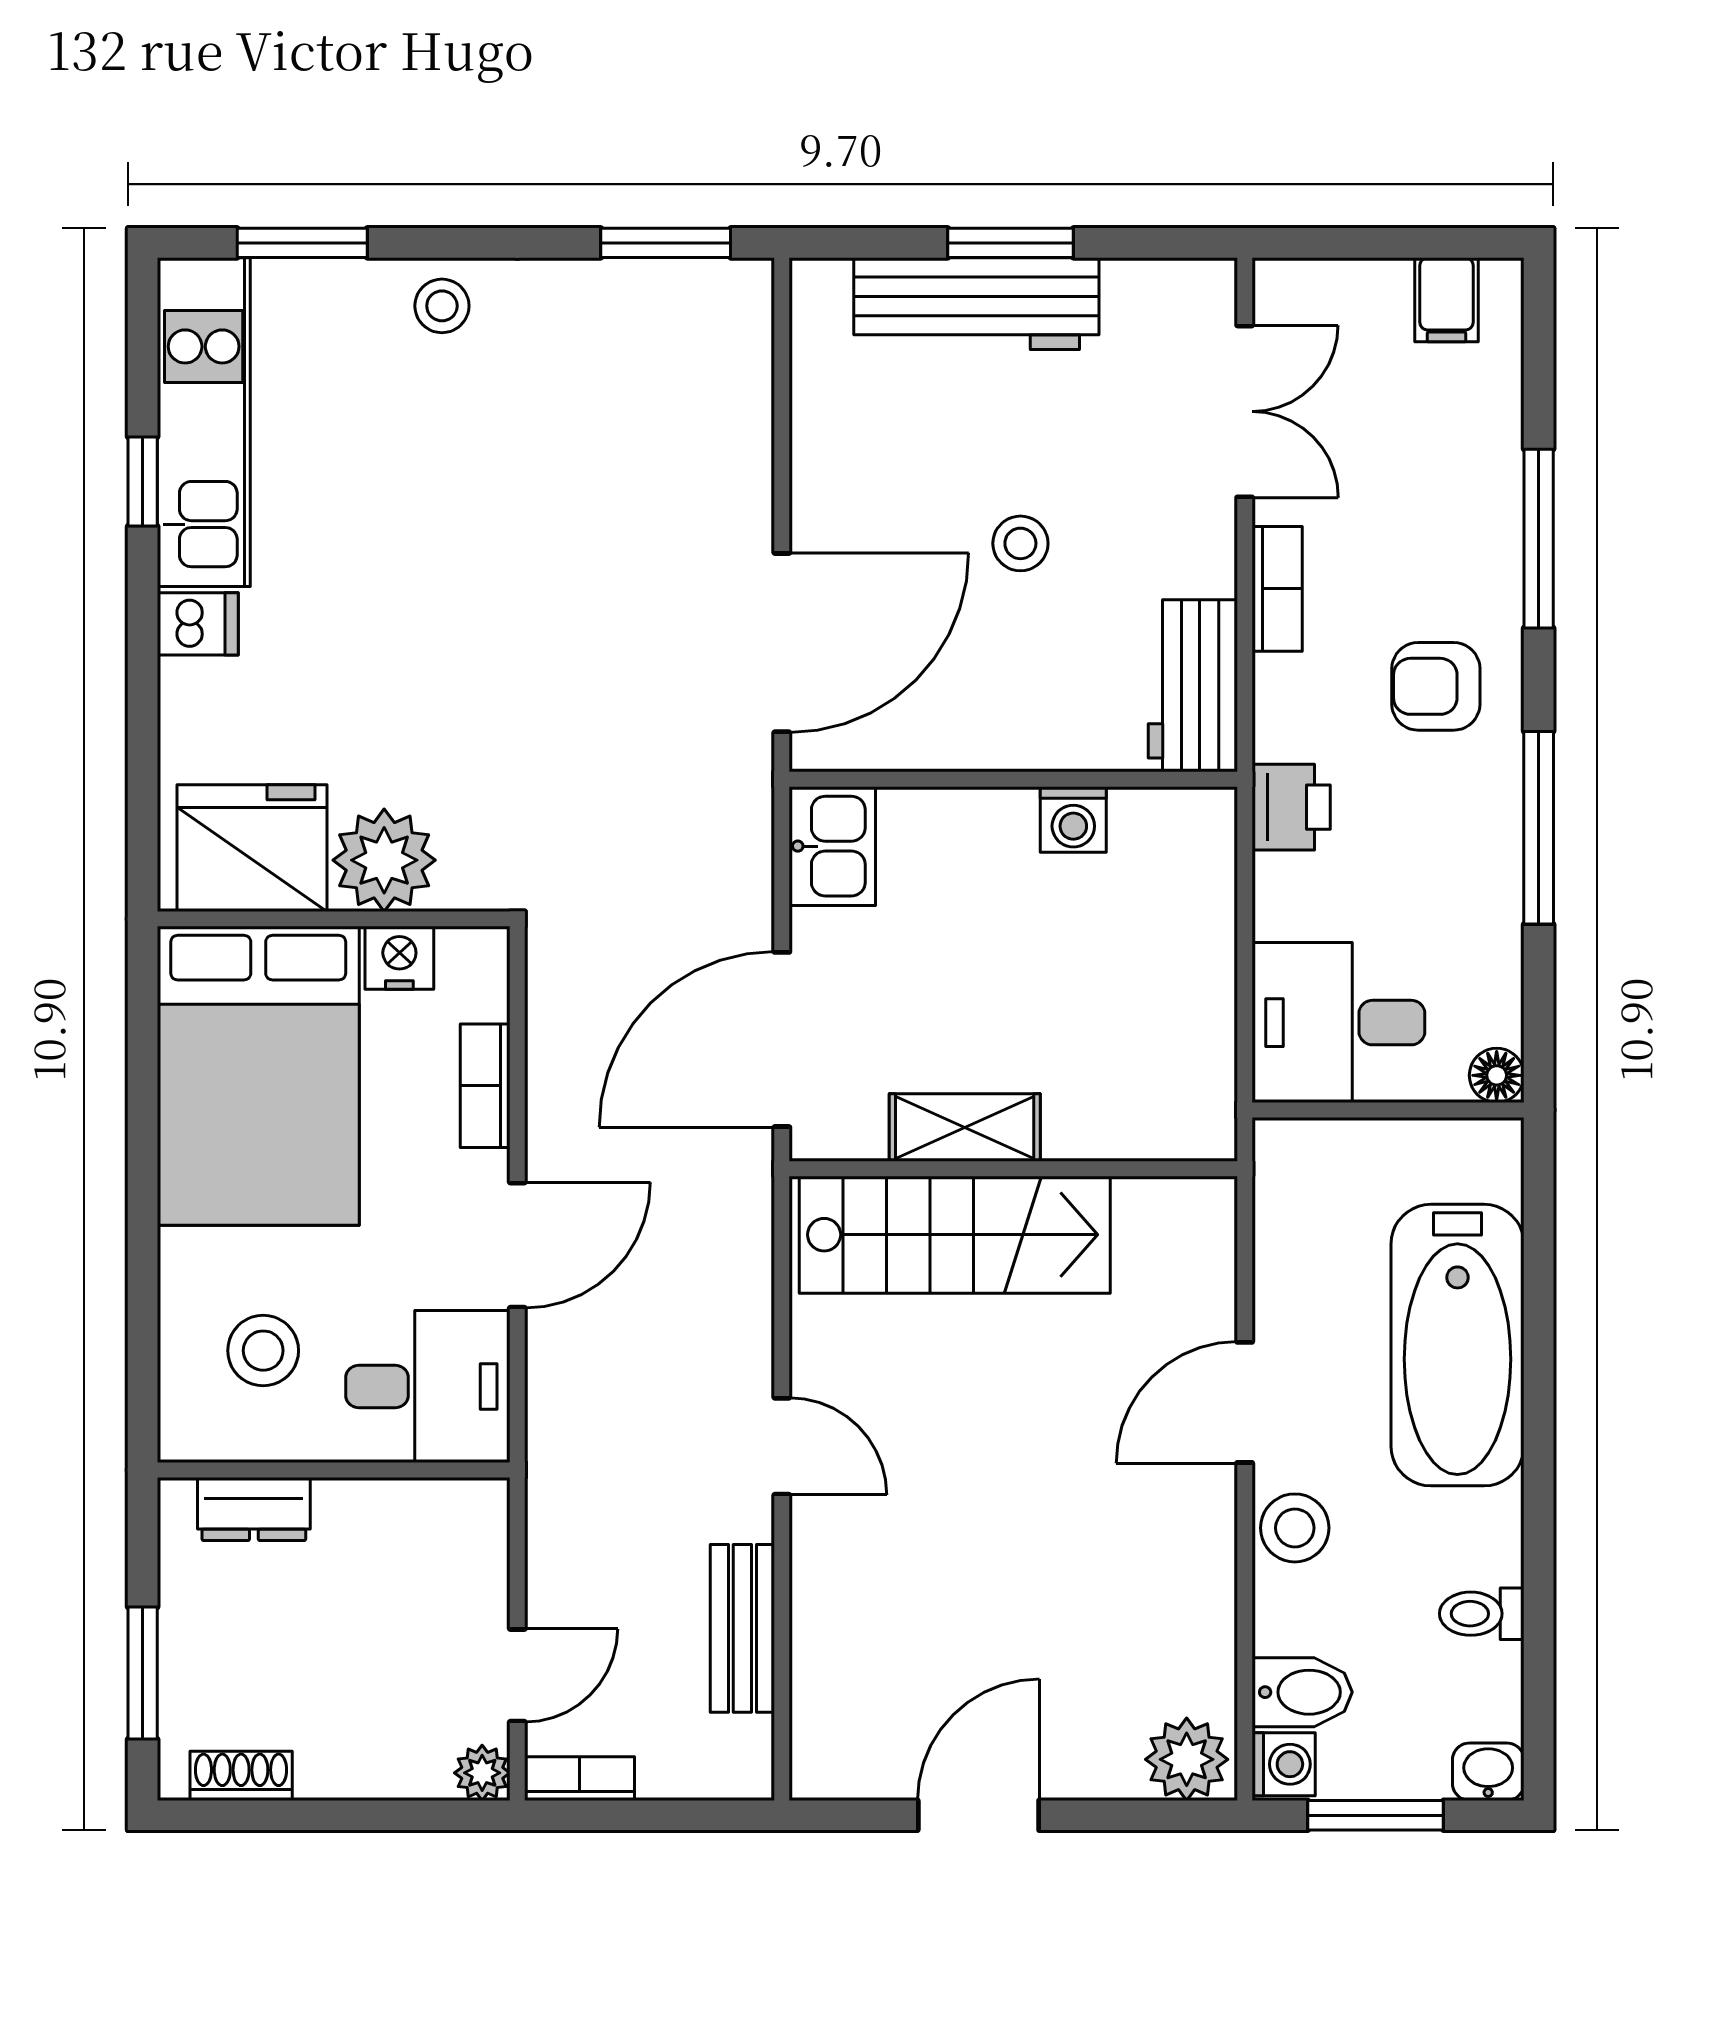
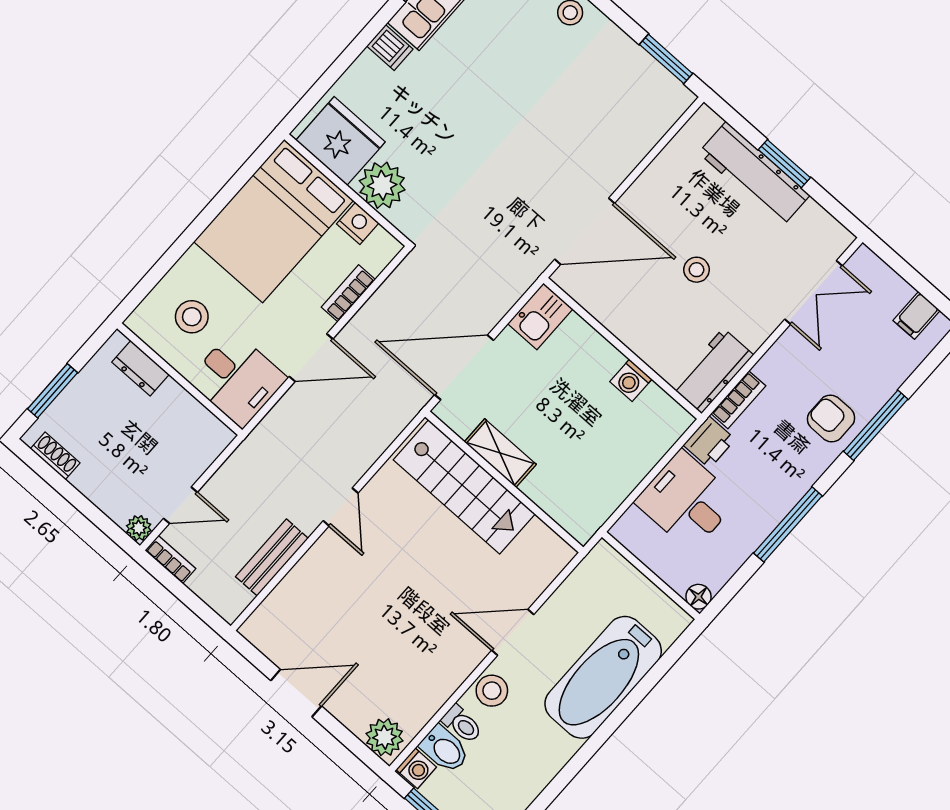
bookcase: (1277, 589) -> (738, 400), moved
armchair: (1436, 686) -> (831, 418), moved
desk: (1338, 1023) -> (686, 501), moved
toilet: (1482, 1614) -> (462, 724), moved, turned 180

